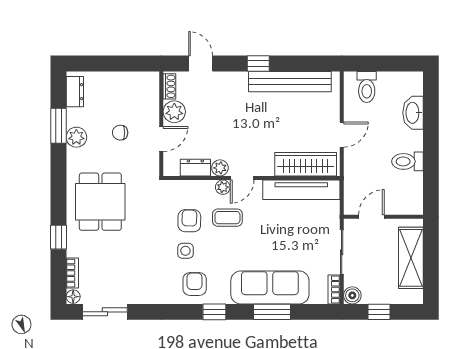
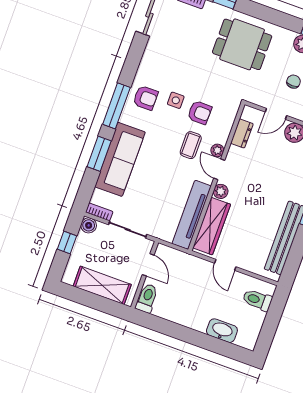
door: (161, 139) -> (276, 114), hinge flipped
toilet: (408, 161) -> (147, 298), moved
plant: (220, 168) -> (221, 191), moved
window: (214, 312) -> (116, 106), width x2.17

